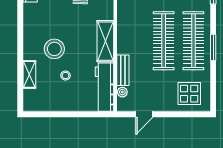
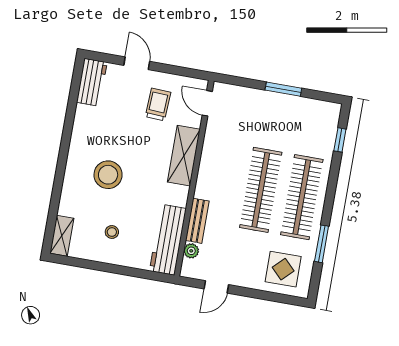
shelving: (105, 41) -> (184, 156), moved
window: (213, 48) -> (322, 244), moved
shelving: (29, 74) -> (62, 236), moved
stool: (65, 75) -> (112, 232), moved

